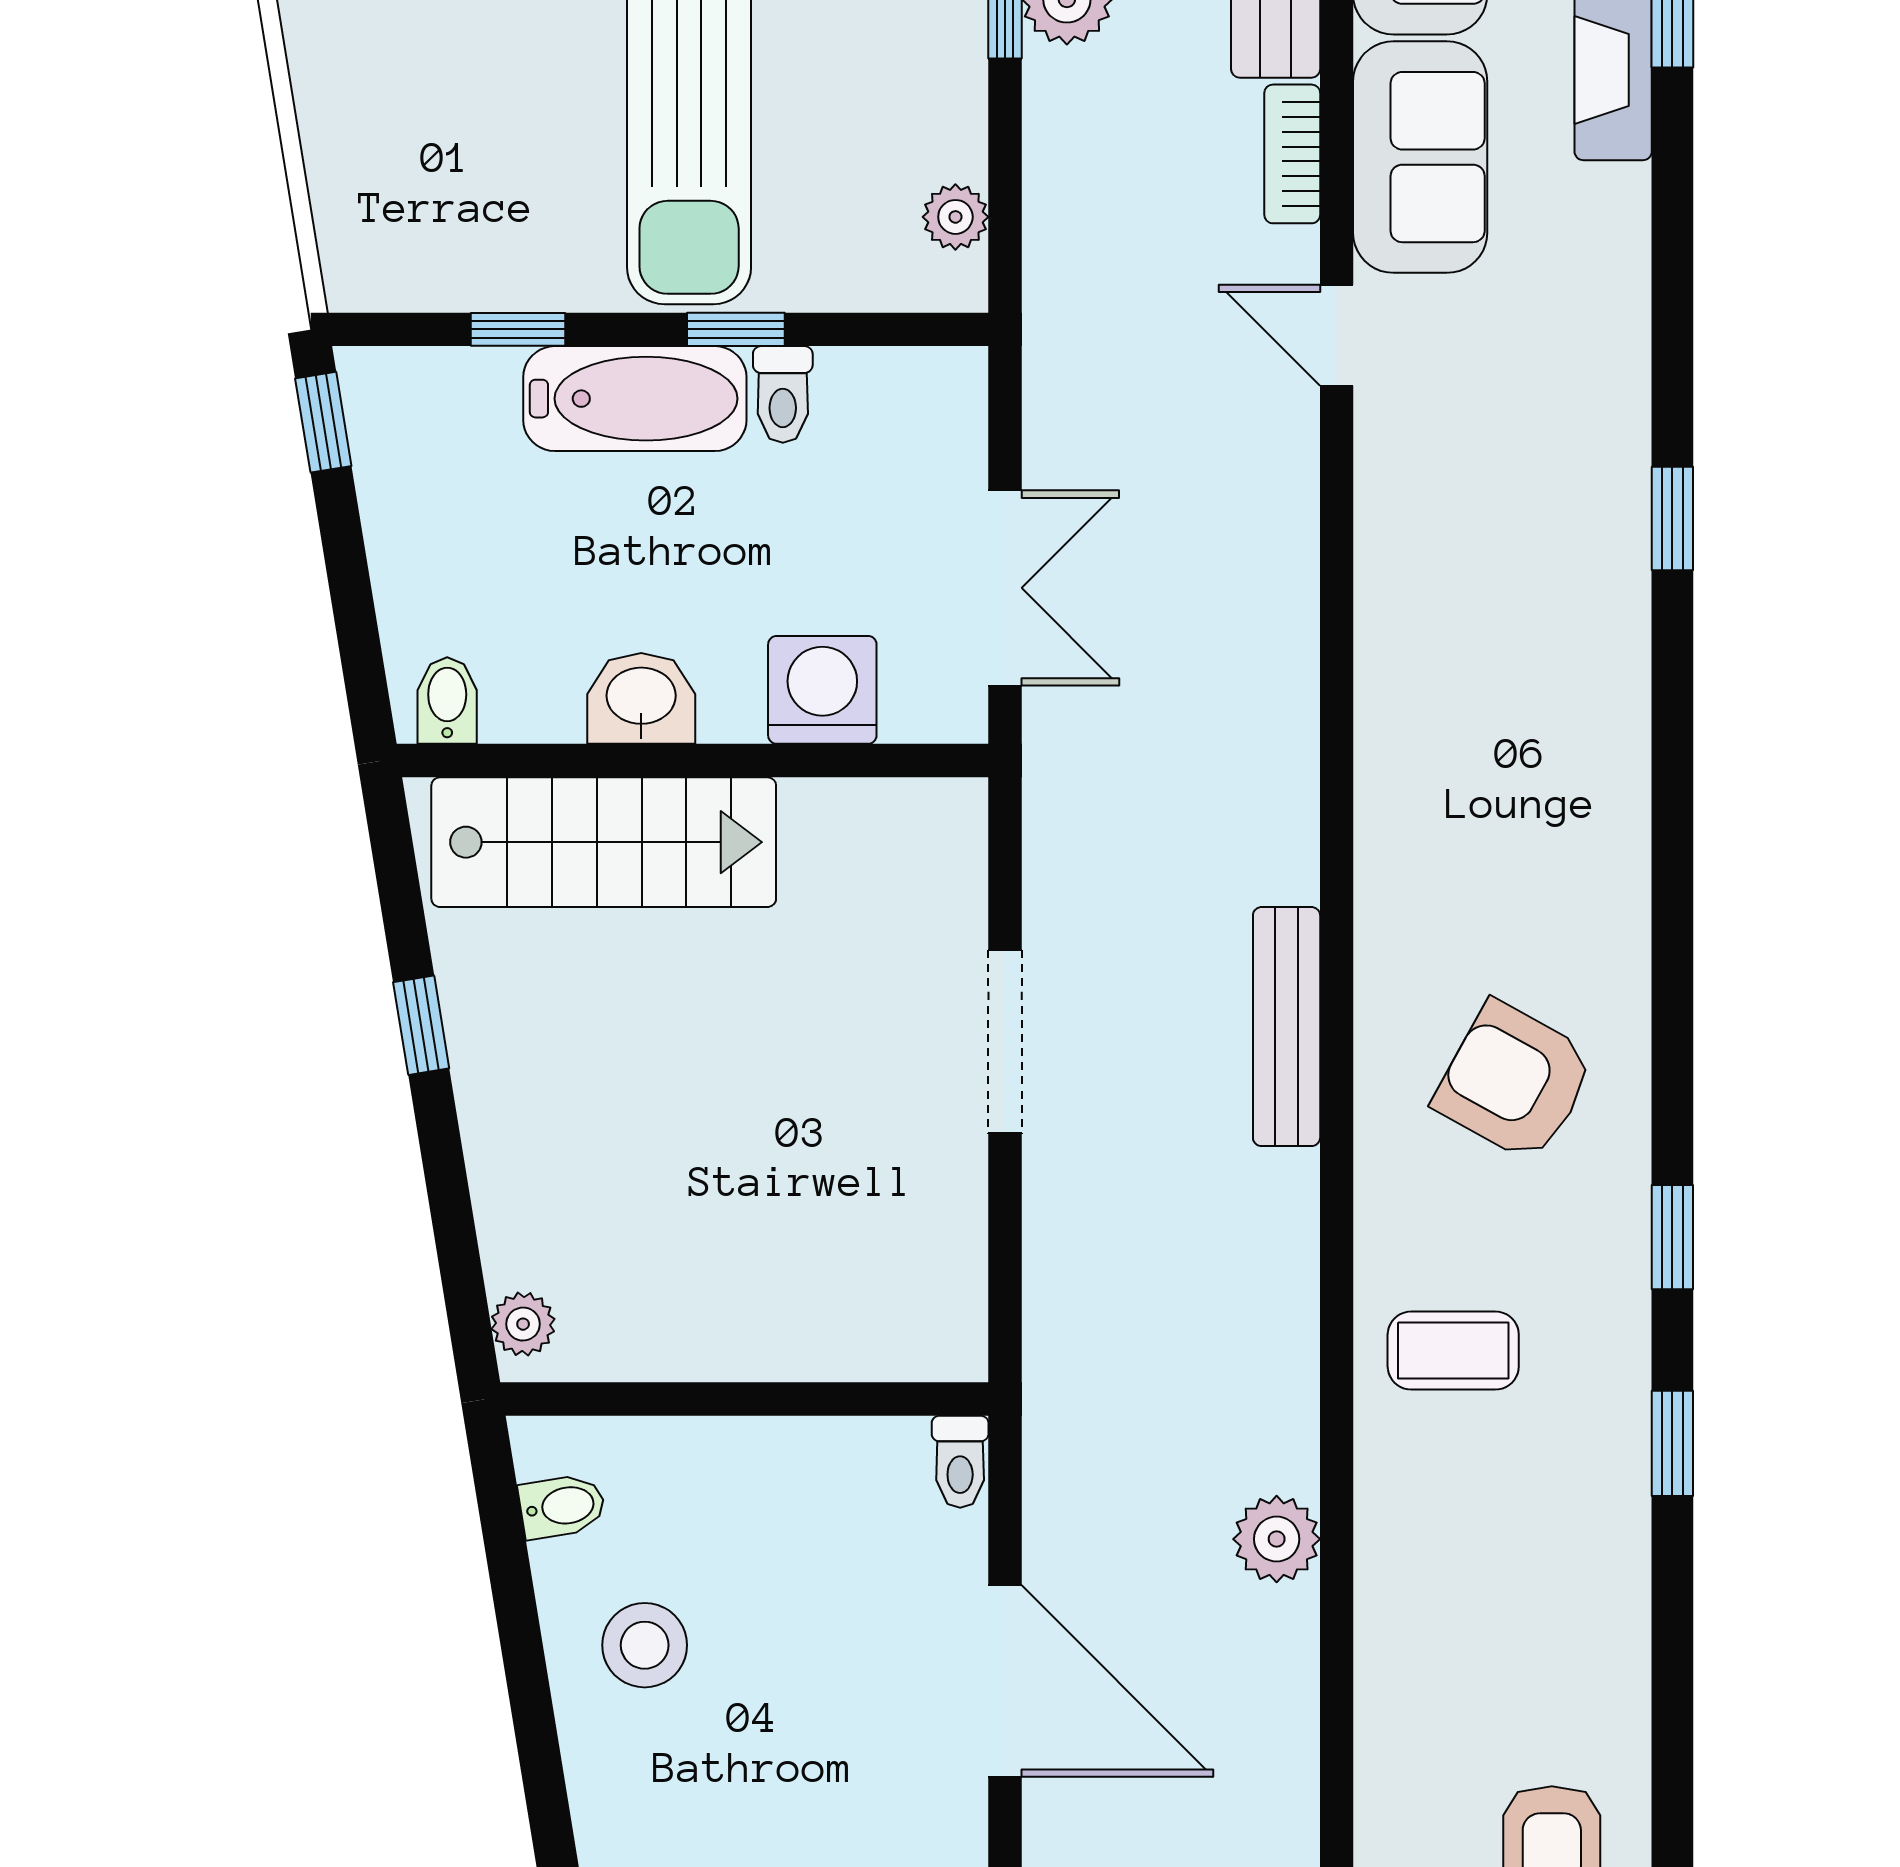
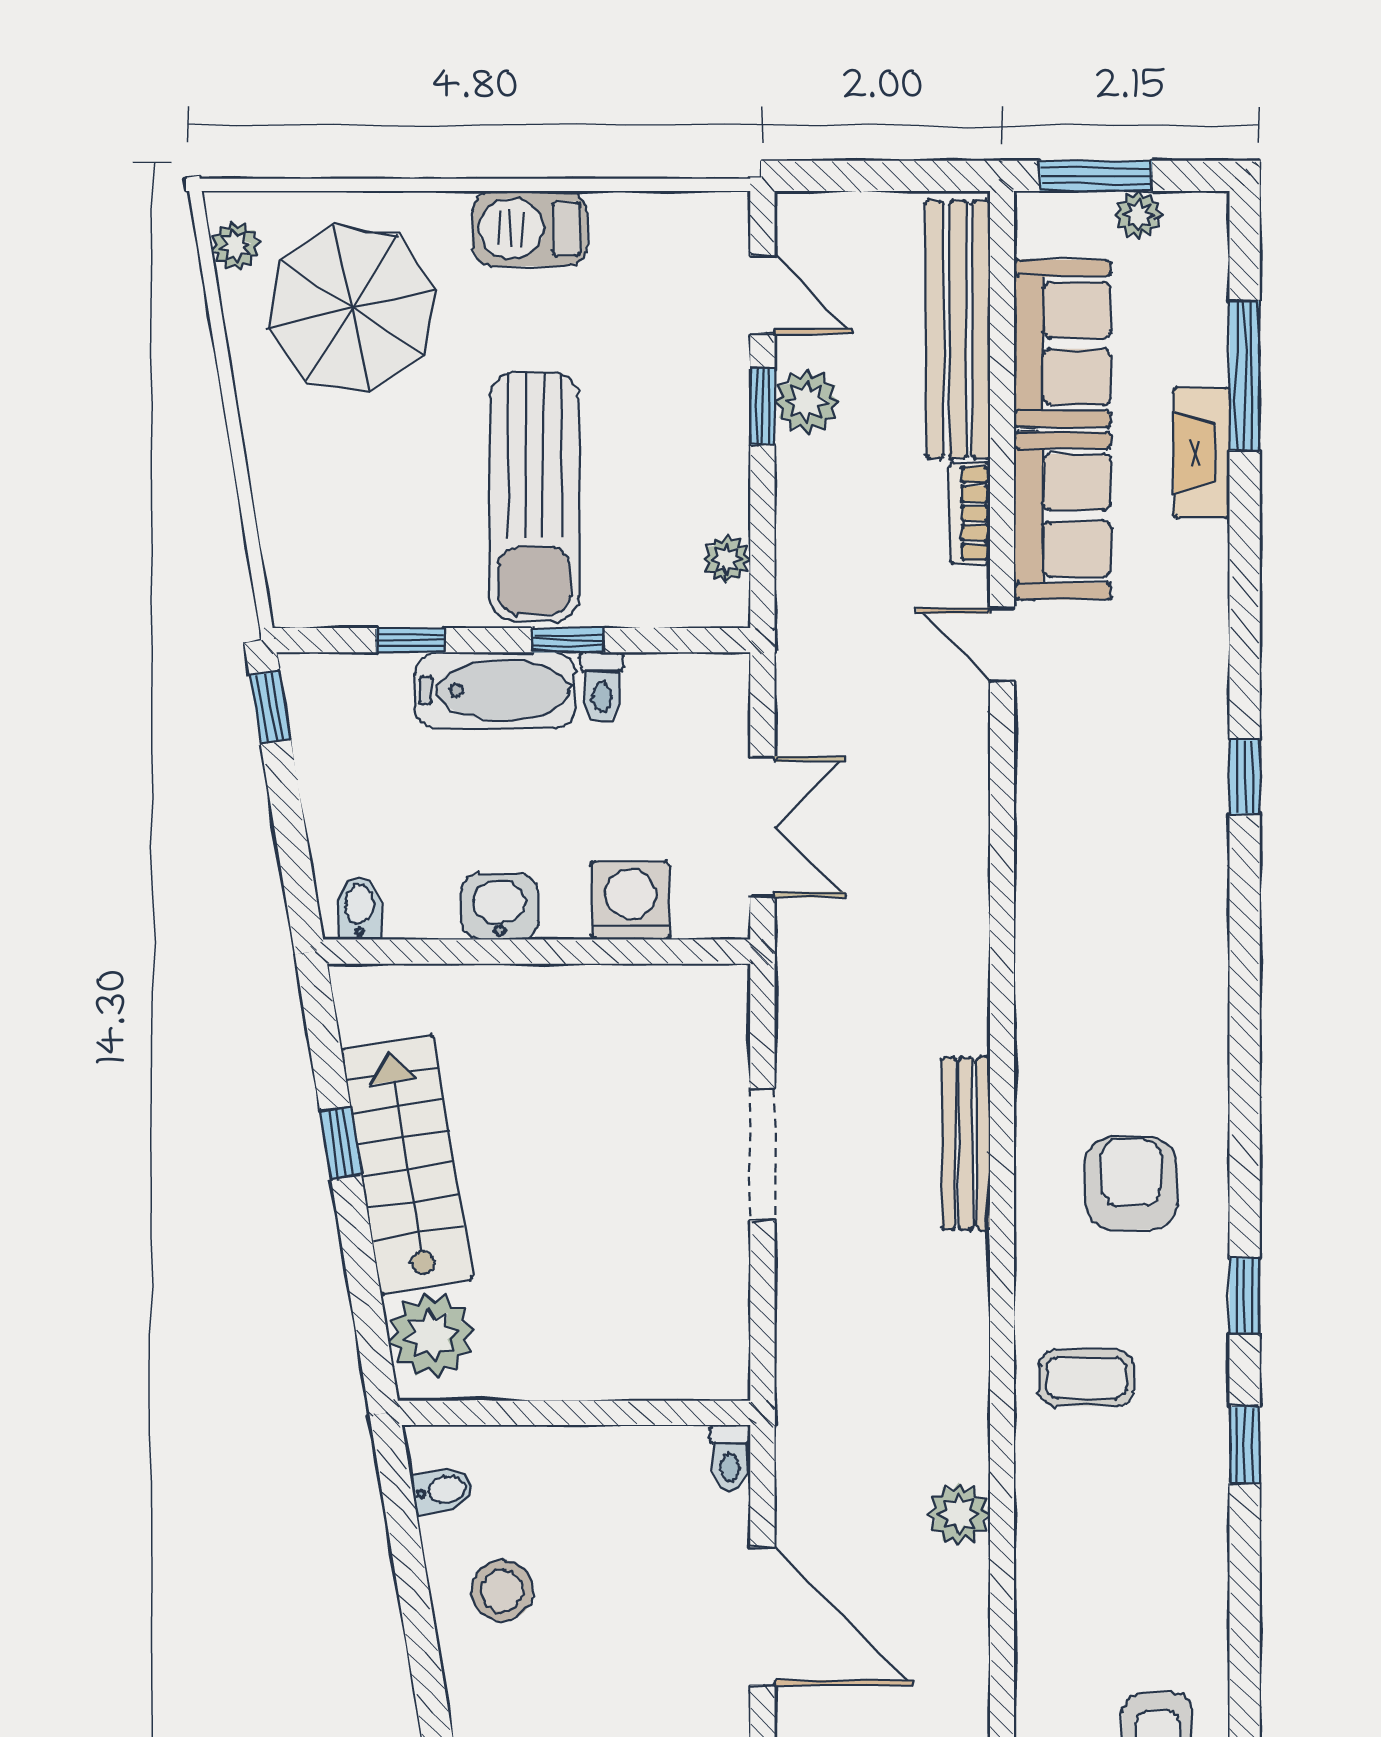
stairs: (604, 842) -> (407, 1165), moved, turned -99
armchair: (1515, 1081) -> (1131, 1183), turned 61
plant: (523, 1324) -> (431, 1335), width x1.88, depth x1.88

